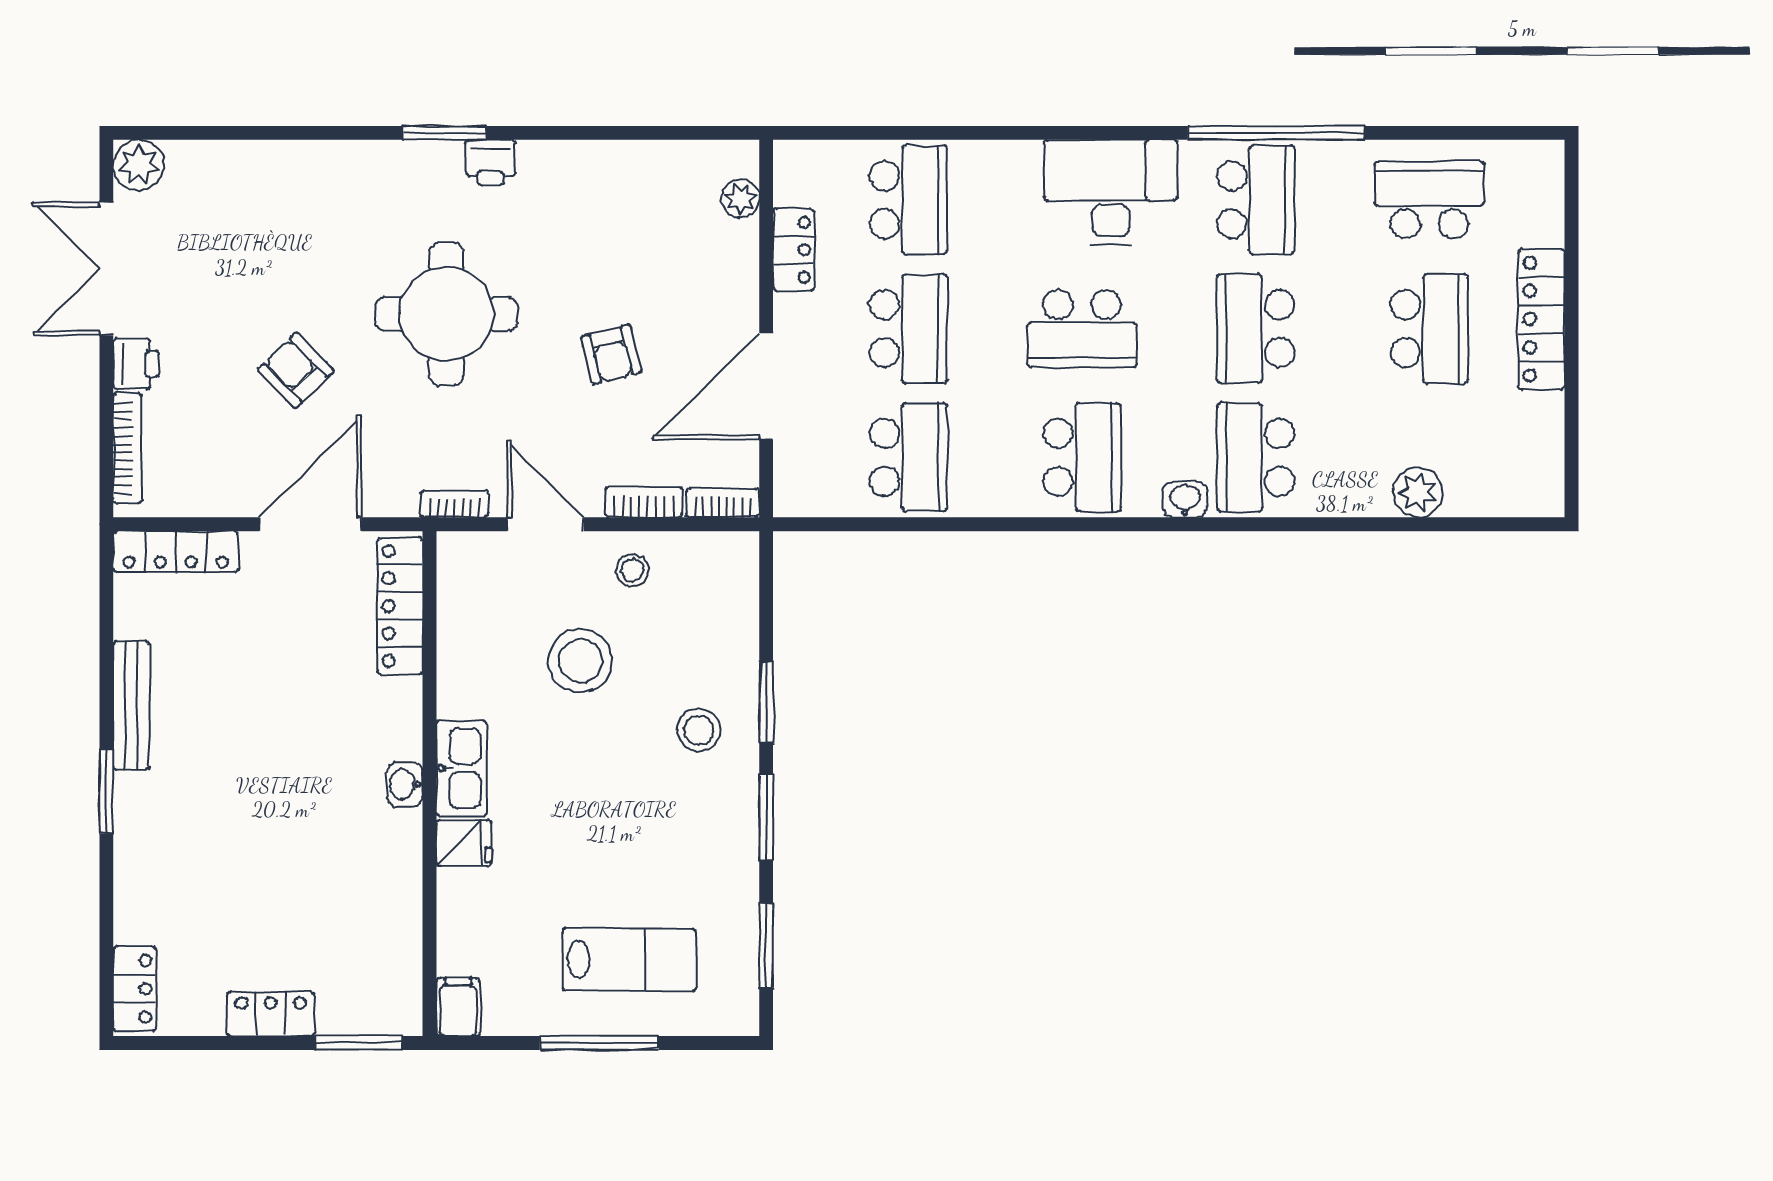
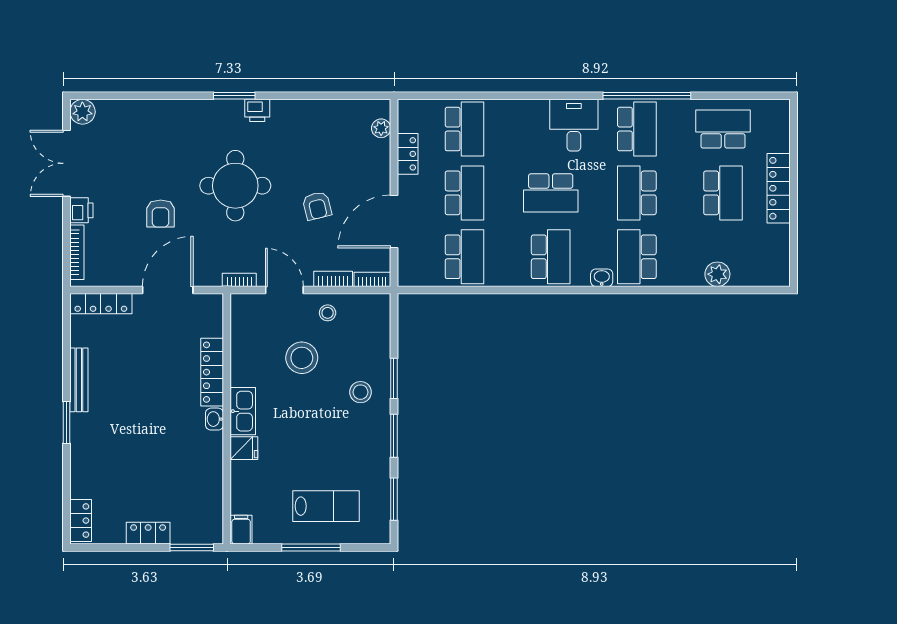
desk: (1111, 192) -> (574, 125), width x0.73
armchair: (296, 370) -> (161, 214), turned -136
locker: (400, 606) -> (212, 372), moved

